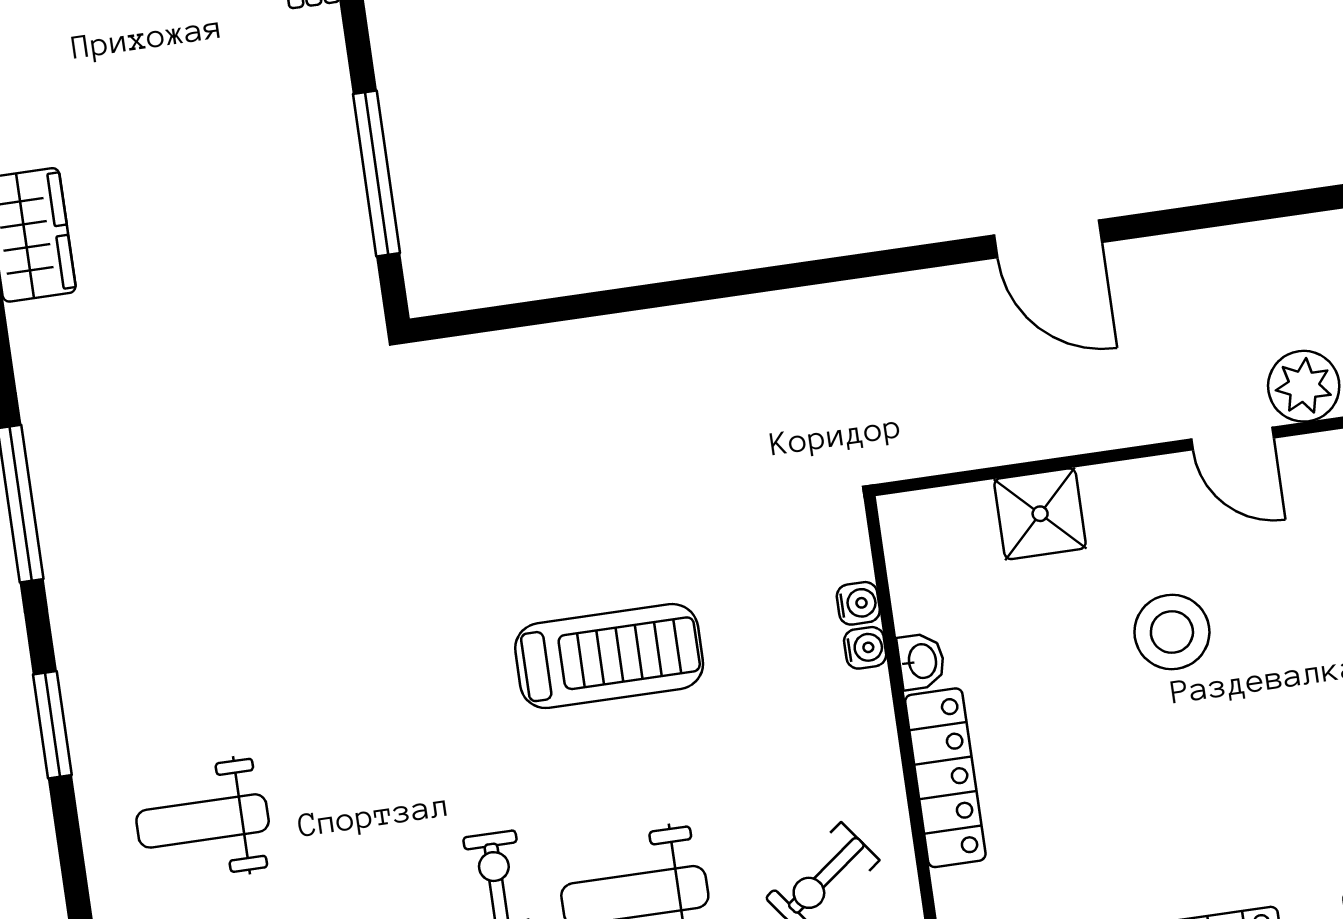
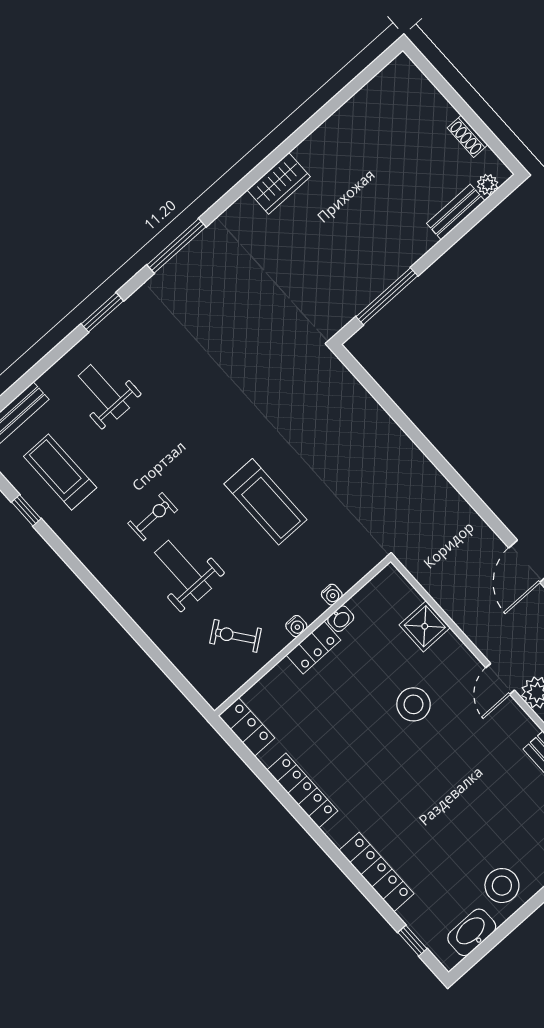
water cooler: (858, 603) -> (296, 626), moved
locker: (945, 778) -> (313, 647), width x0.66

